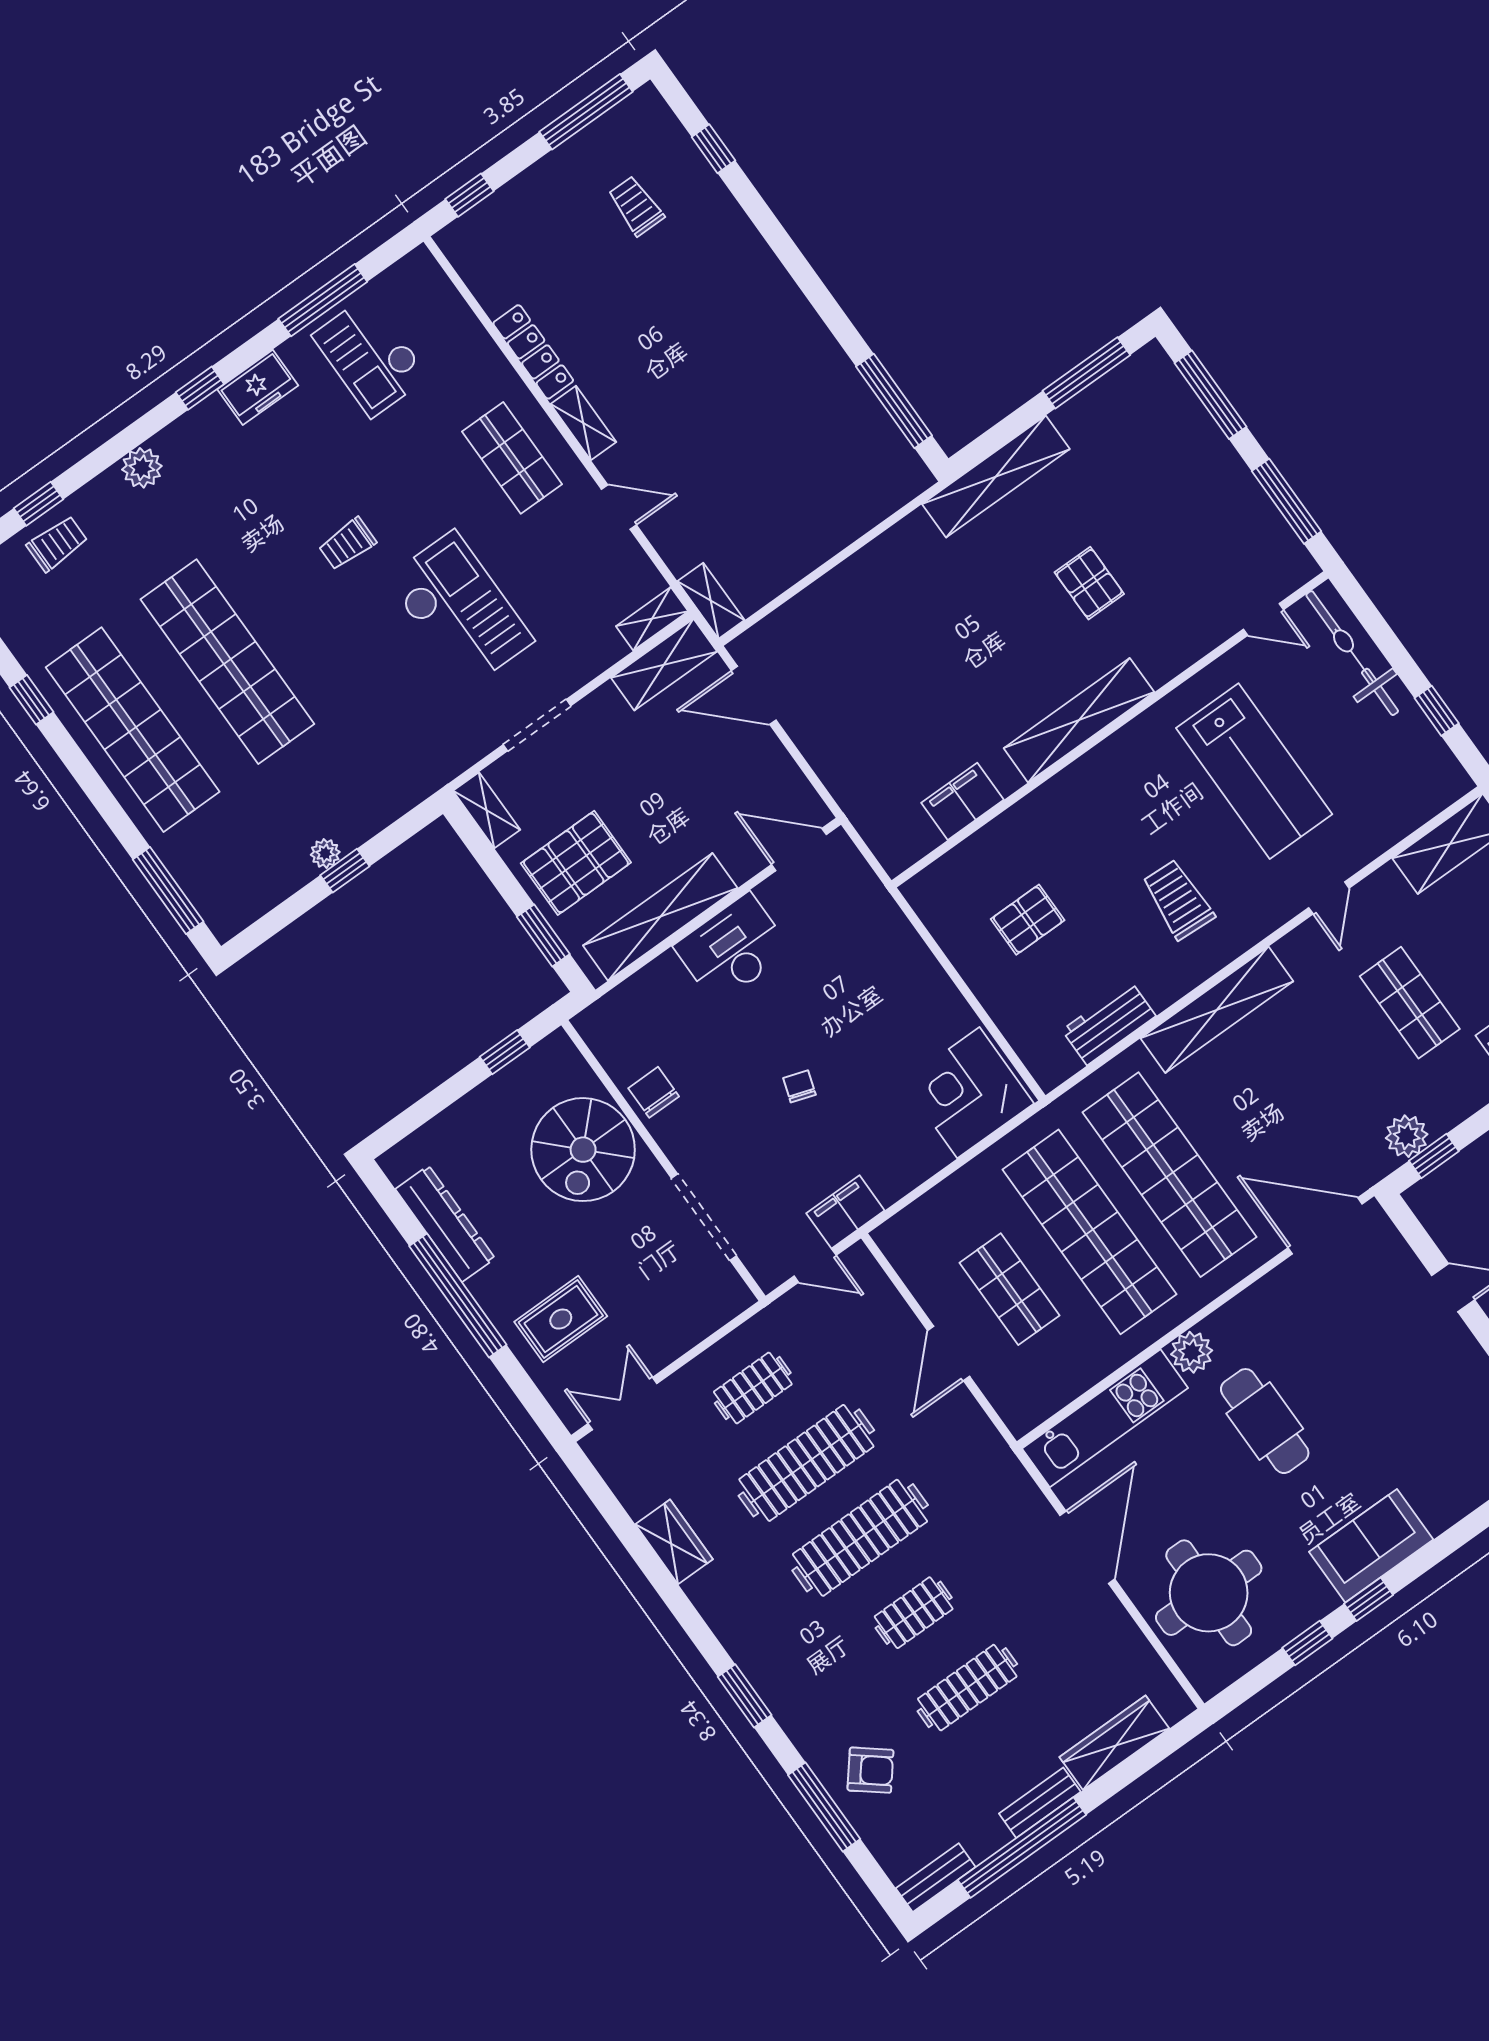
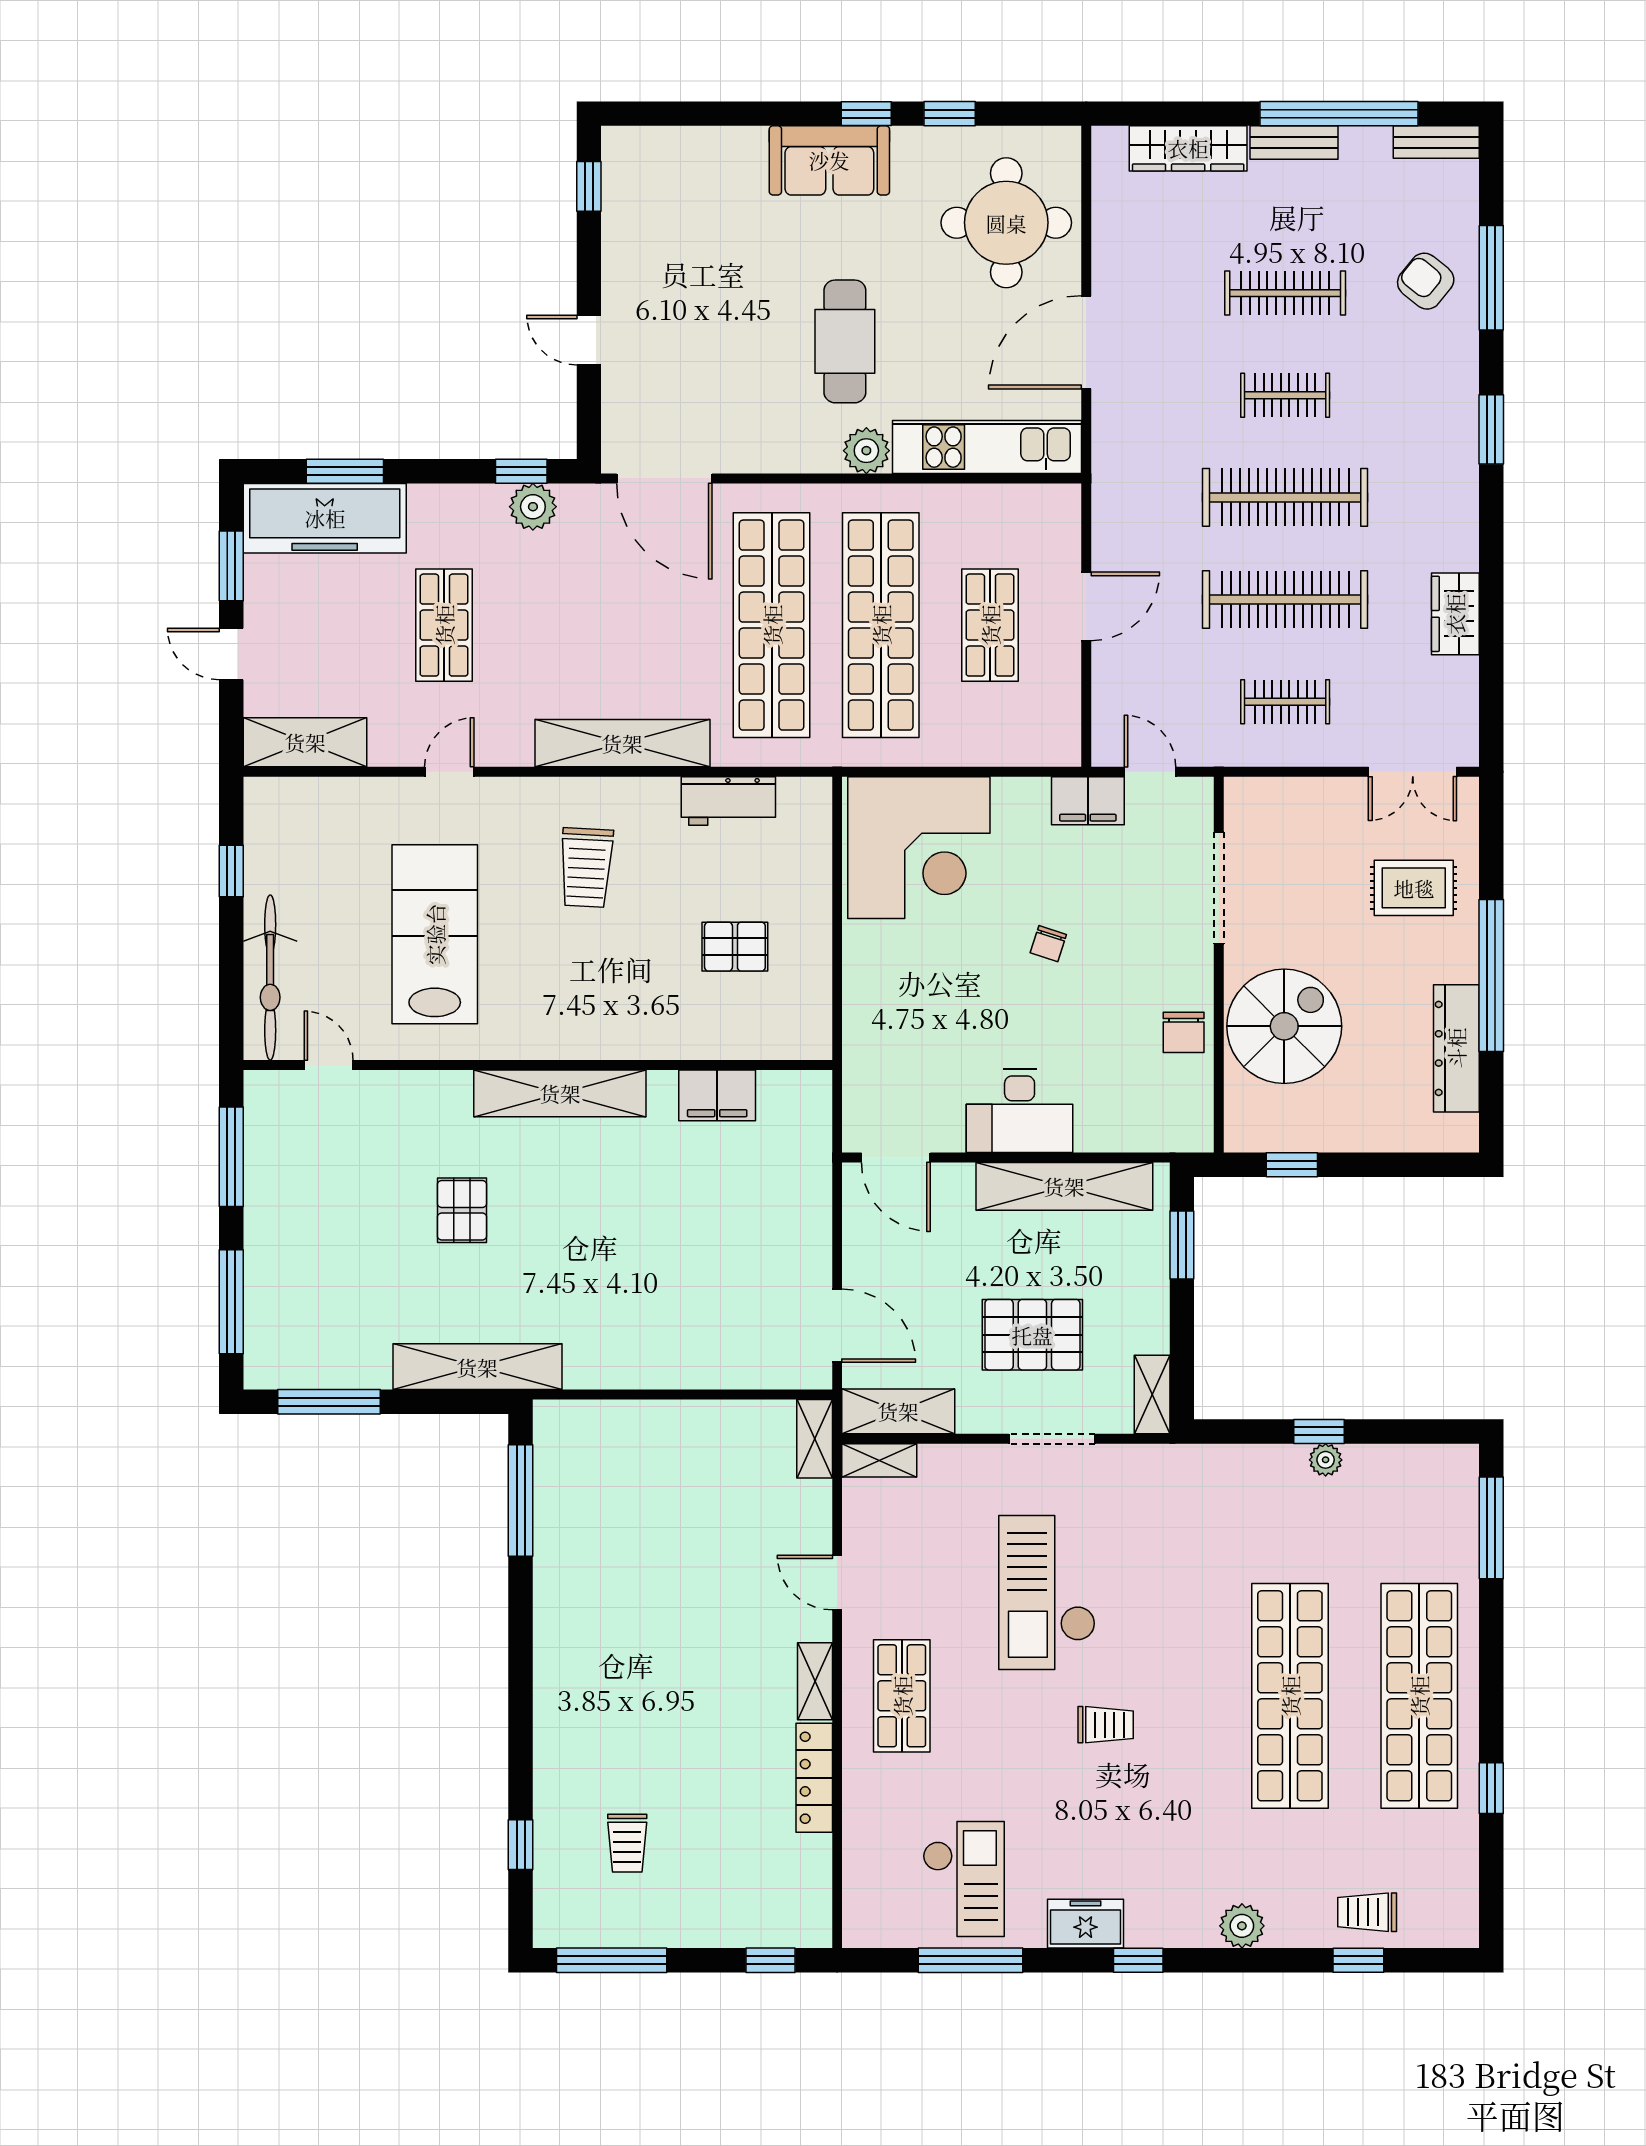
pallet: (576, 863) -> (1032, 1335), moved
corner desk: (968, 1093) -> (919, 848), width x1.36, depth x1.36

